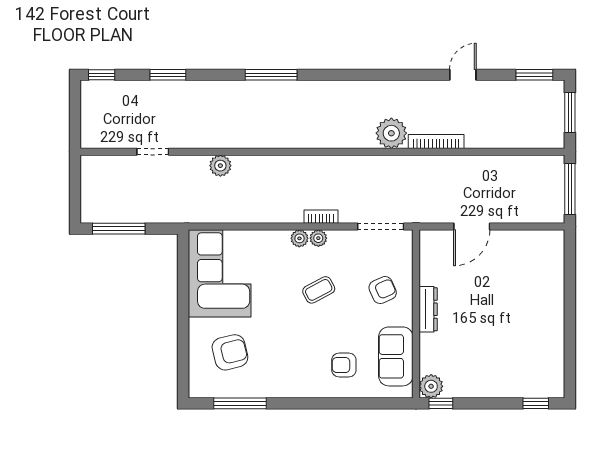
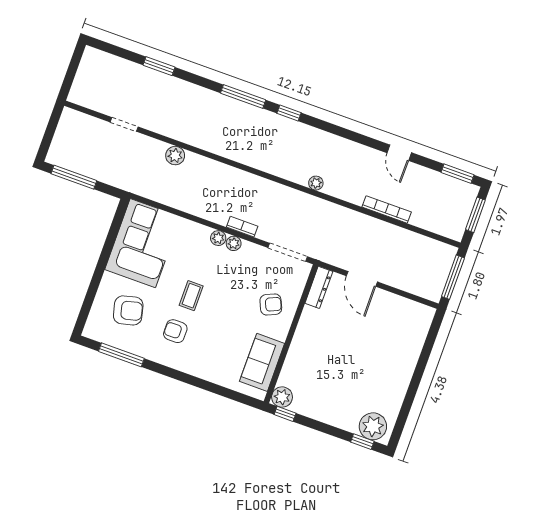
window: (102, 75) -> (289, 113), moved
door: (463, 75) -> (399, 153), swing flipped
plant: (391, 133) -> (316, 183), width x0.53, depth x0.53
bookcase: (436, 142) -> (387, 210), moved
door: (472, 227) -> (362, 279), hinge flipped
coffee table: (319, 290) -> (191, 296), moved, turned -62
dresser: (428, 309) -> (319, 287), moved
armchair: (344, 365) -> (175, 331), moved
plant: (541, 382) -> (373, 426), added

